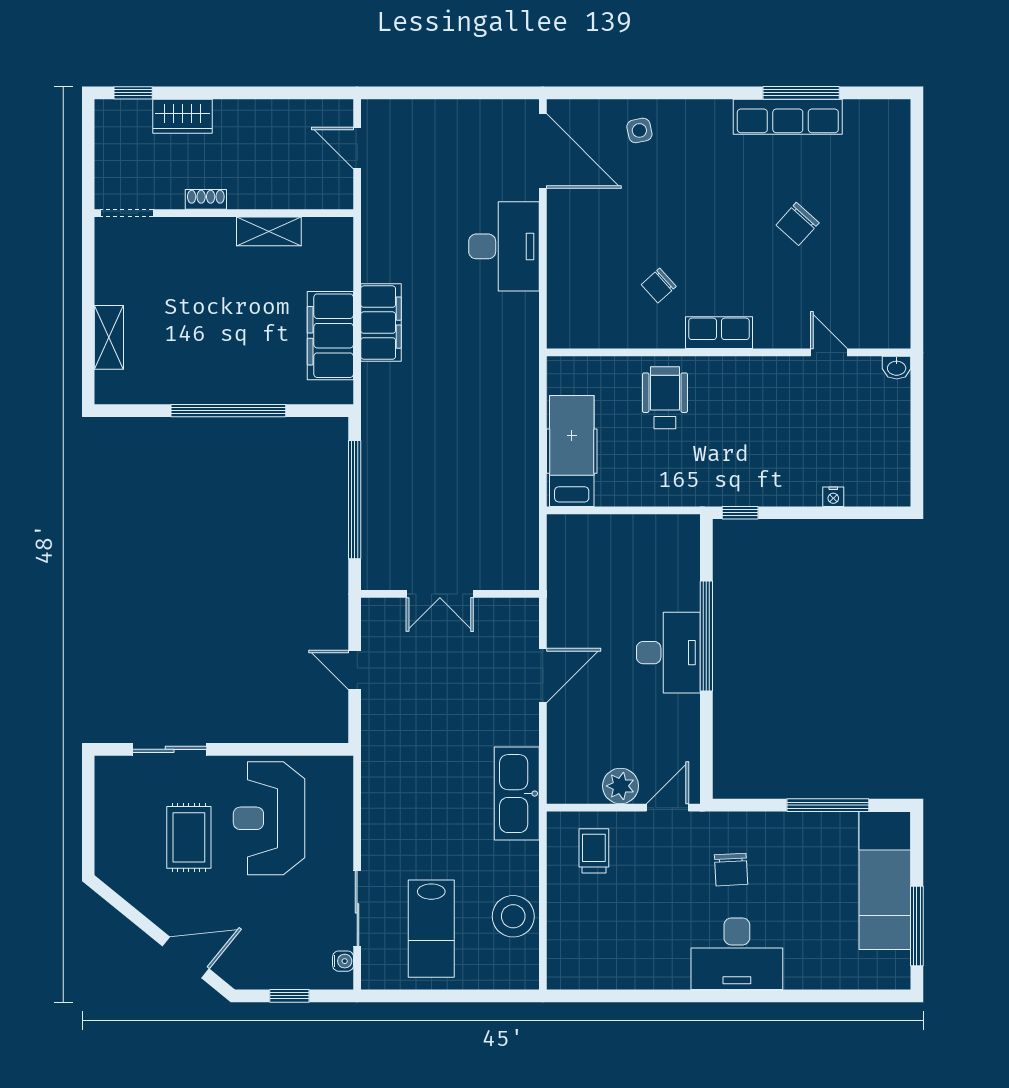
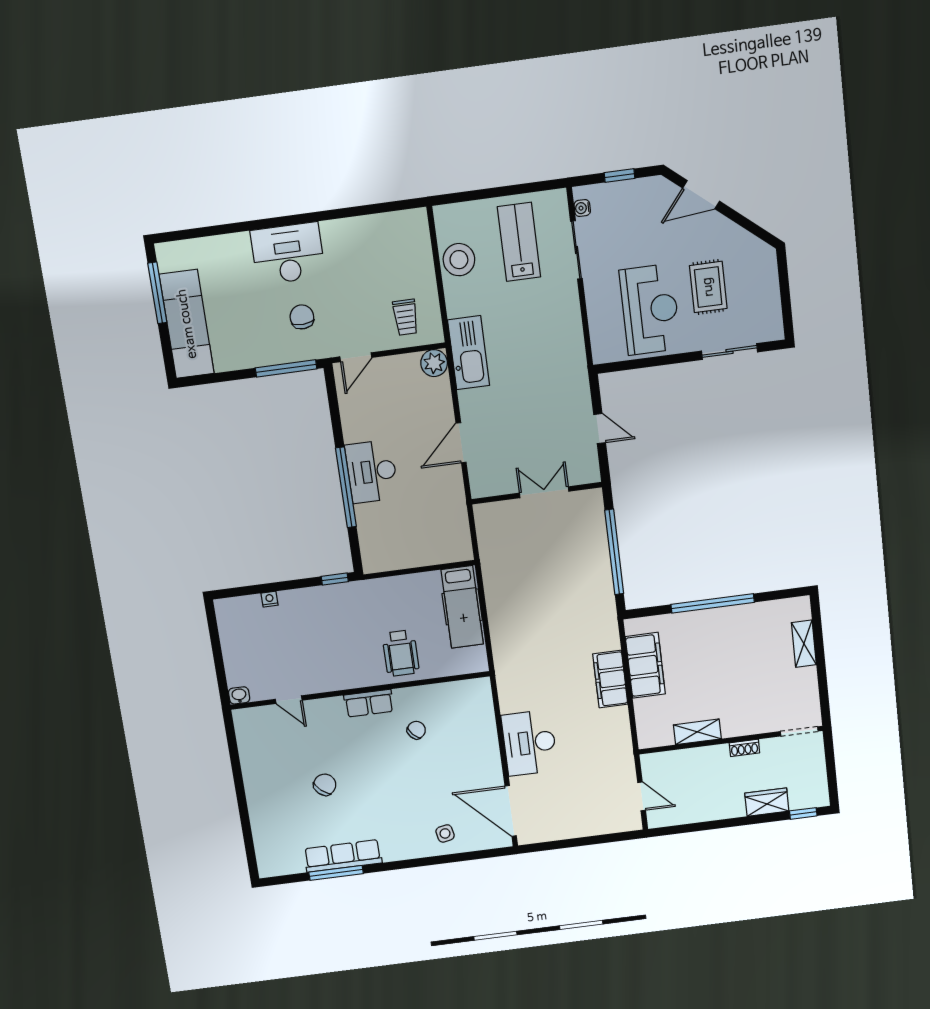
plant: (621, 786) -> (434, 363), moved
window: (828, 805) -> (286, 368), moved

